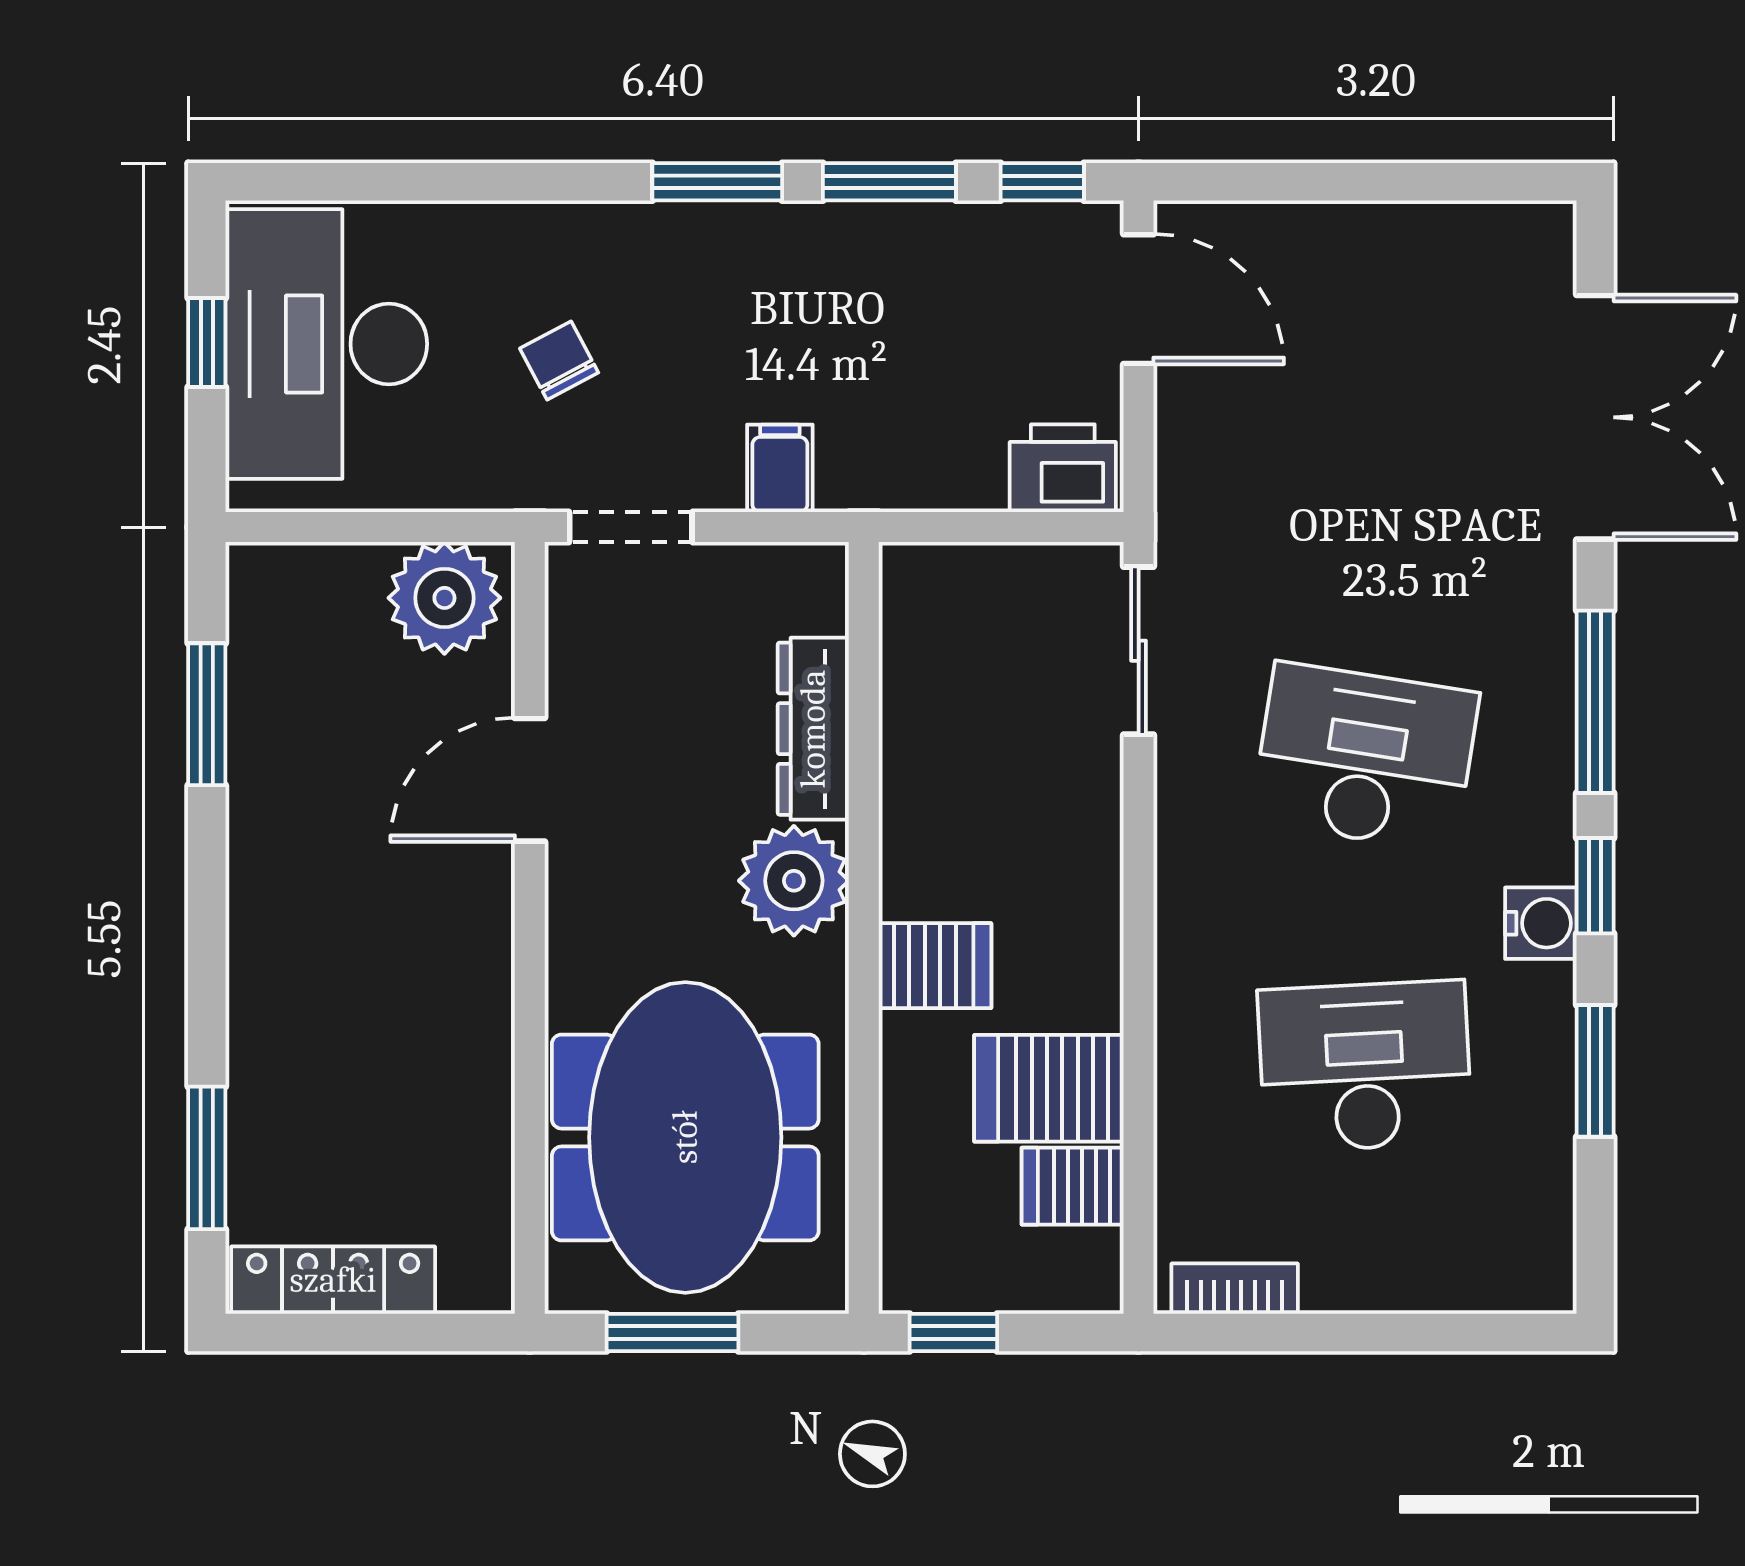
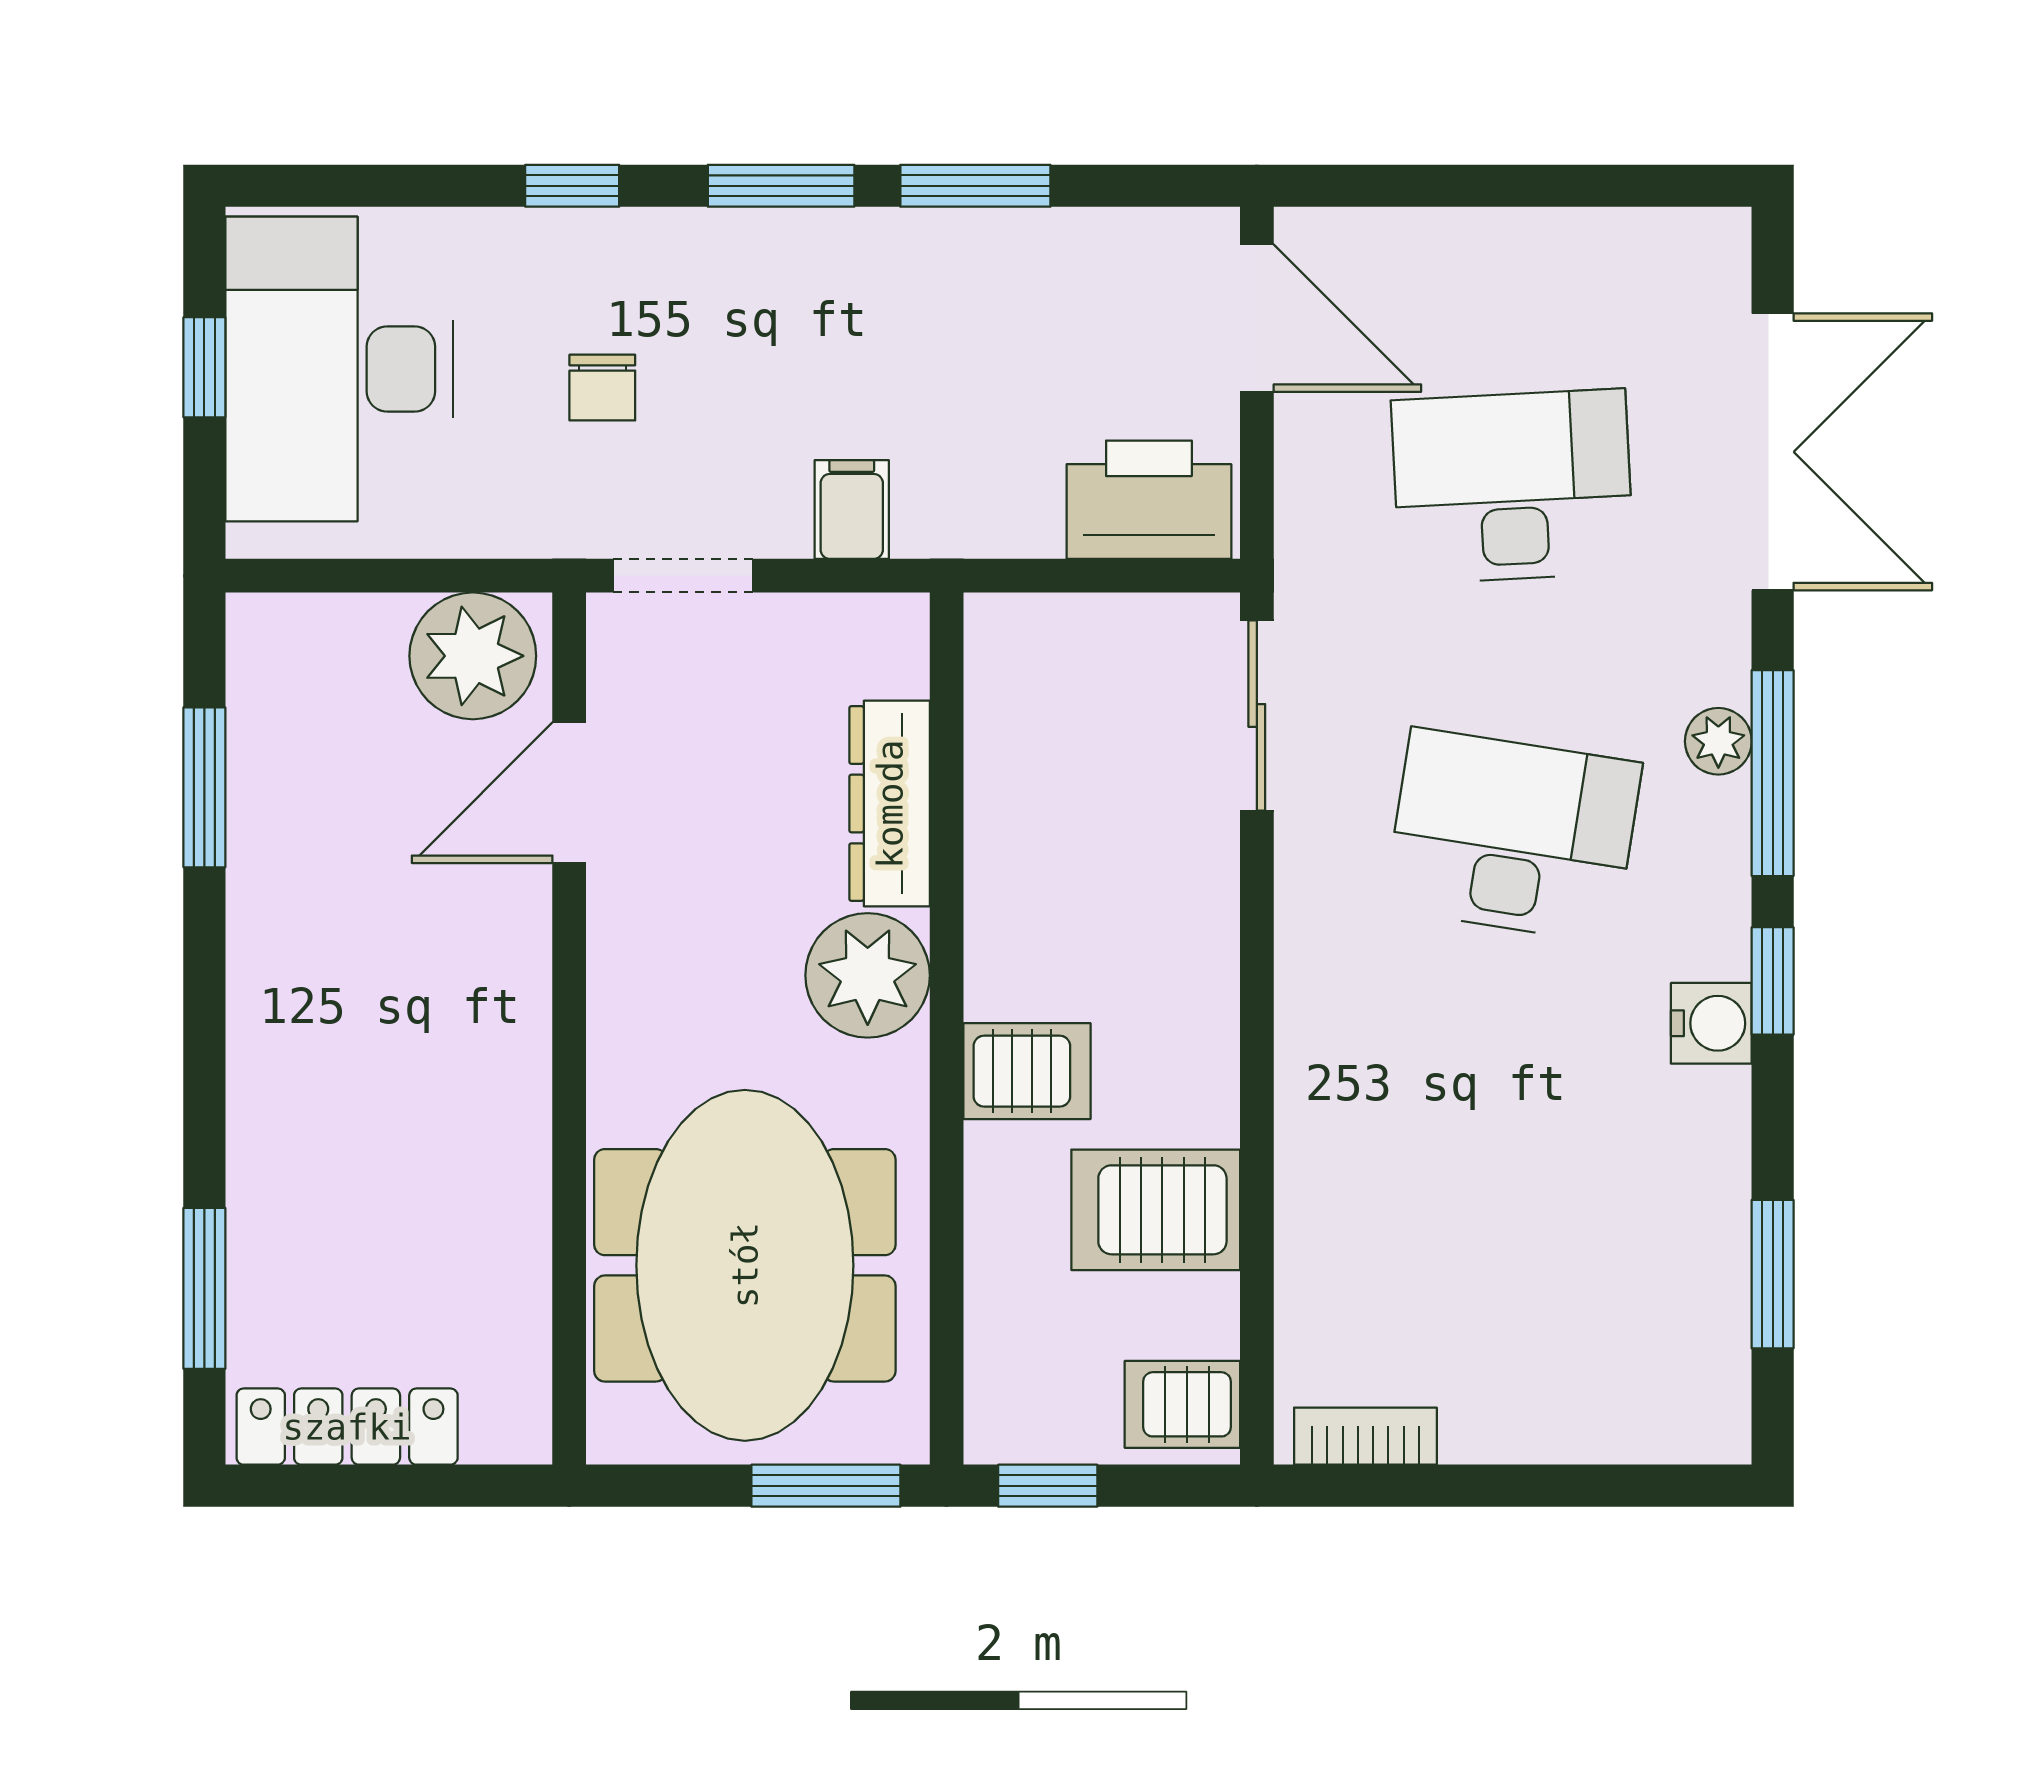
window: (1042, 182) -> (572, 186), moved
chair: (559, 360) -> (602, 388), turned -152
printer: (1063, 468) -> (1149, 500), width x1.37, depth x1.19
plant: (1547, 674) -> (1718, 741), added
door: (530, 780) -> (569, 793), moved
desk: (1365, 1066) -> (1513, 486), moved
window: (1595, 1071) -> (1773, 1274), moved
server rack: (1073, 1186) -> (1182, 1404), moved
window: (673, 1333) -> (826, 1486), moved

